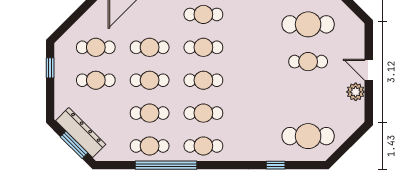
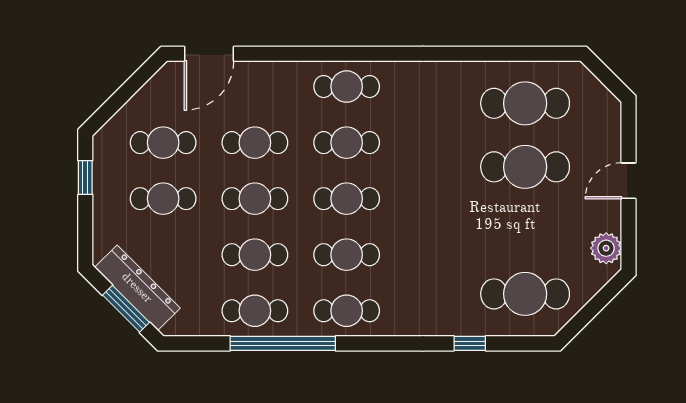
cafe table: (308, 62) -> (525, 167), width x1.37, depth x1.35
door: (369, 70) -> (629, 181), hinge flipped
plant: (356, 92) -> (606, 248), moved

